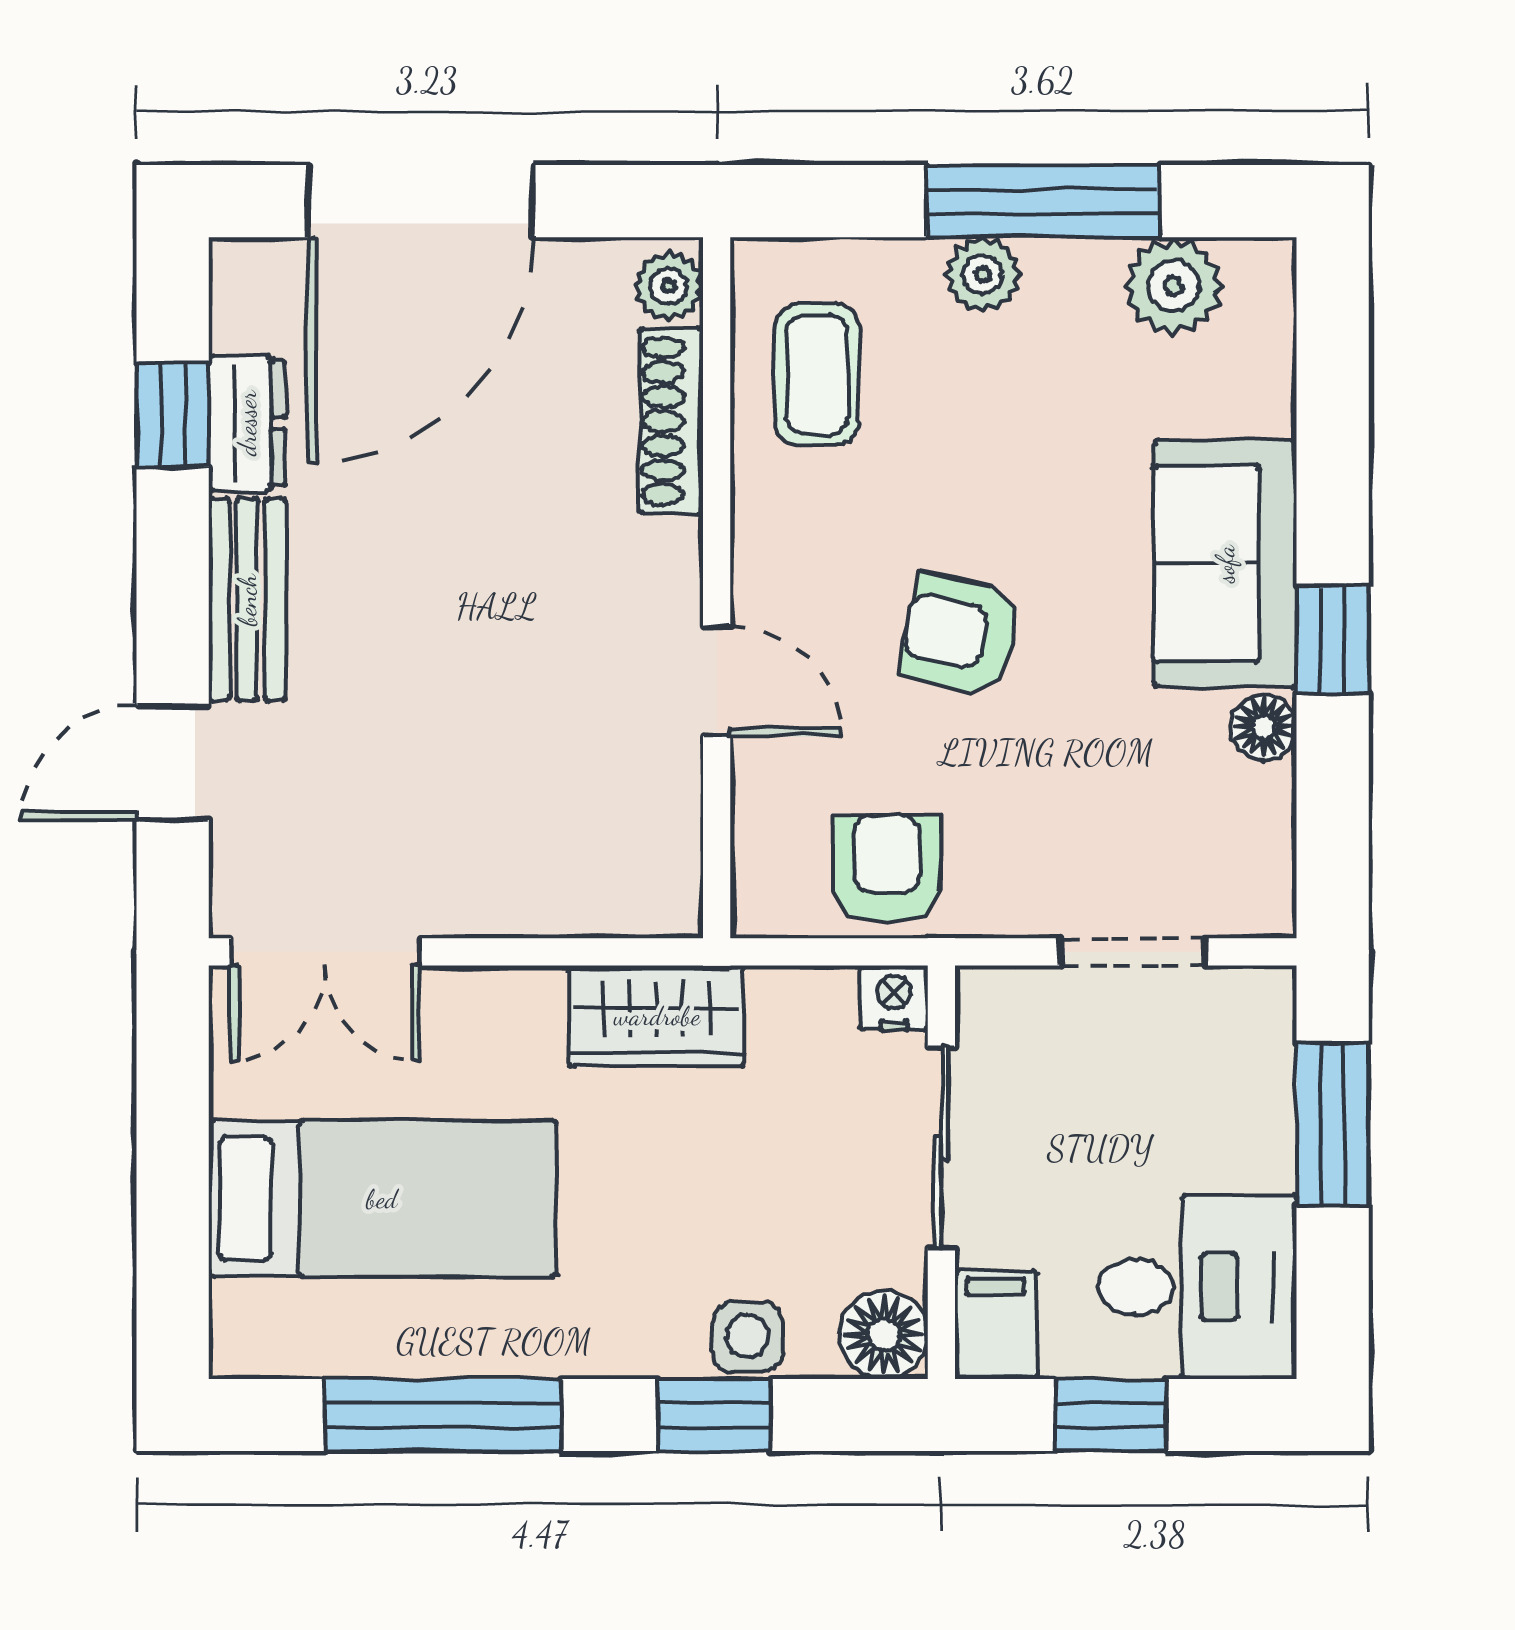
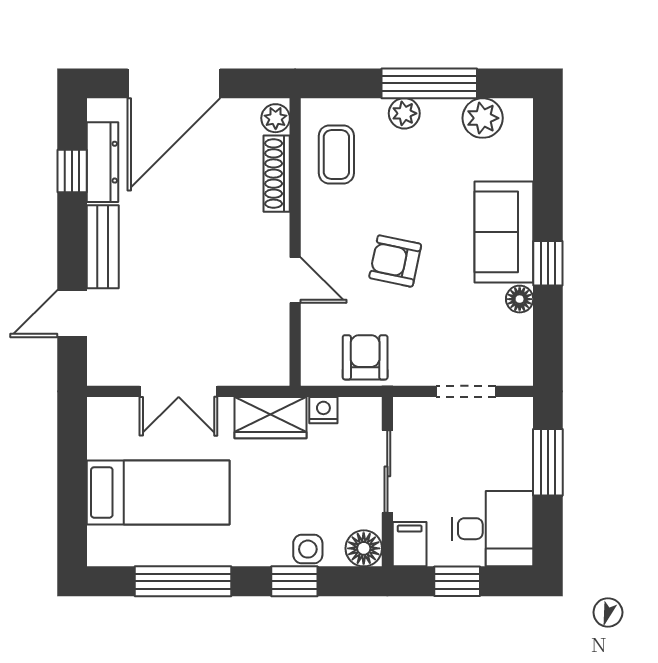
dresser: (247, 423) -> (102, 162), width x1.44
double door: (325, 952) -> (179, 391), moved
nightstand: (894, 998) -> (323, 410), moved

